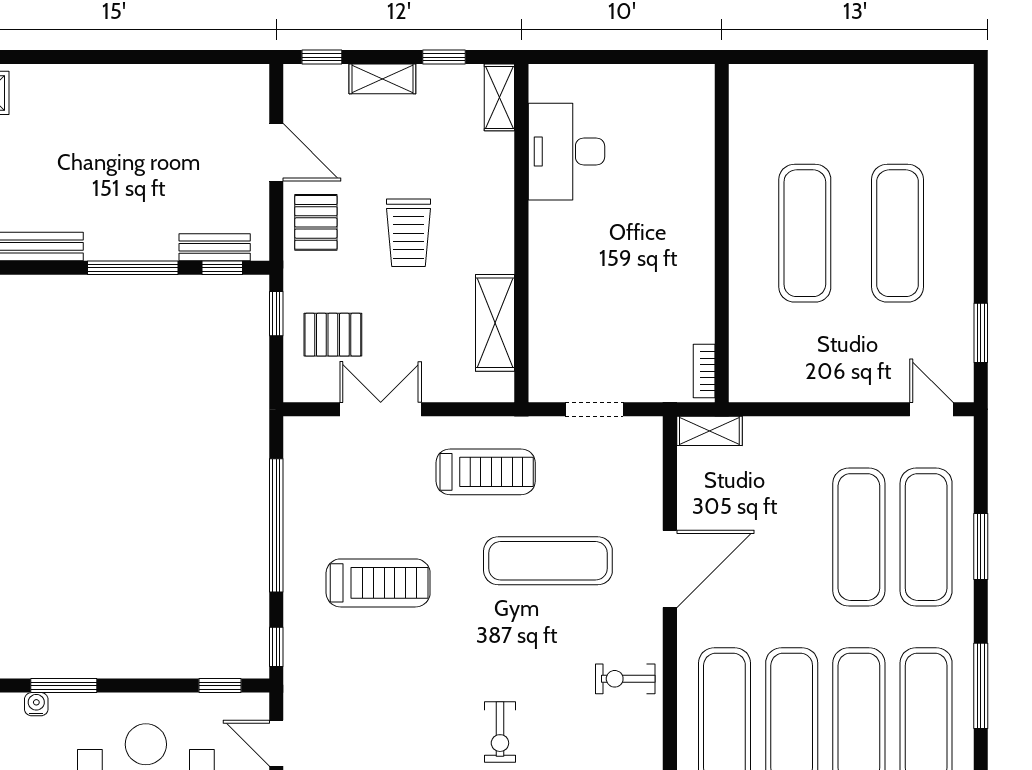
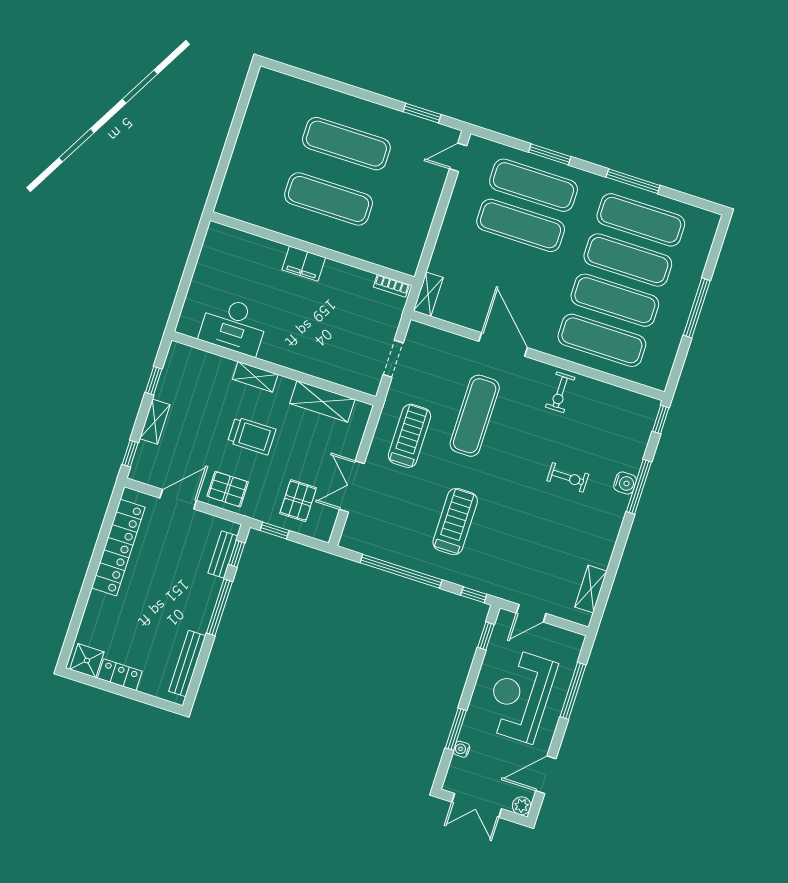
locker: (174, 85) -> (118, 547), added
shelving: (499, 97) -> (255, 377), moved
filing cabinet: (695, 227) -> (304, 264), added

